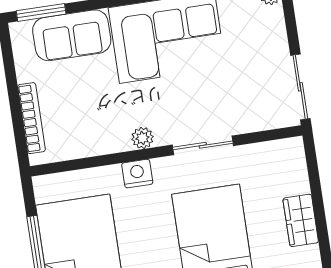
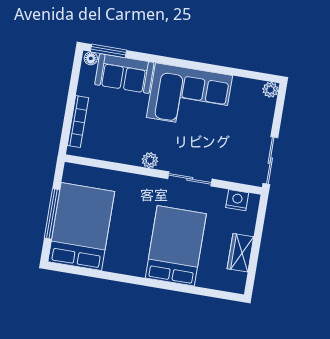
floor lamp: (21, 30) -> (91, 58), added
nightstand: (137, 174) -> (237, 200), moved

